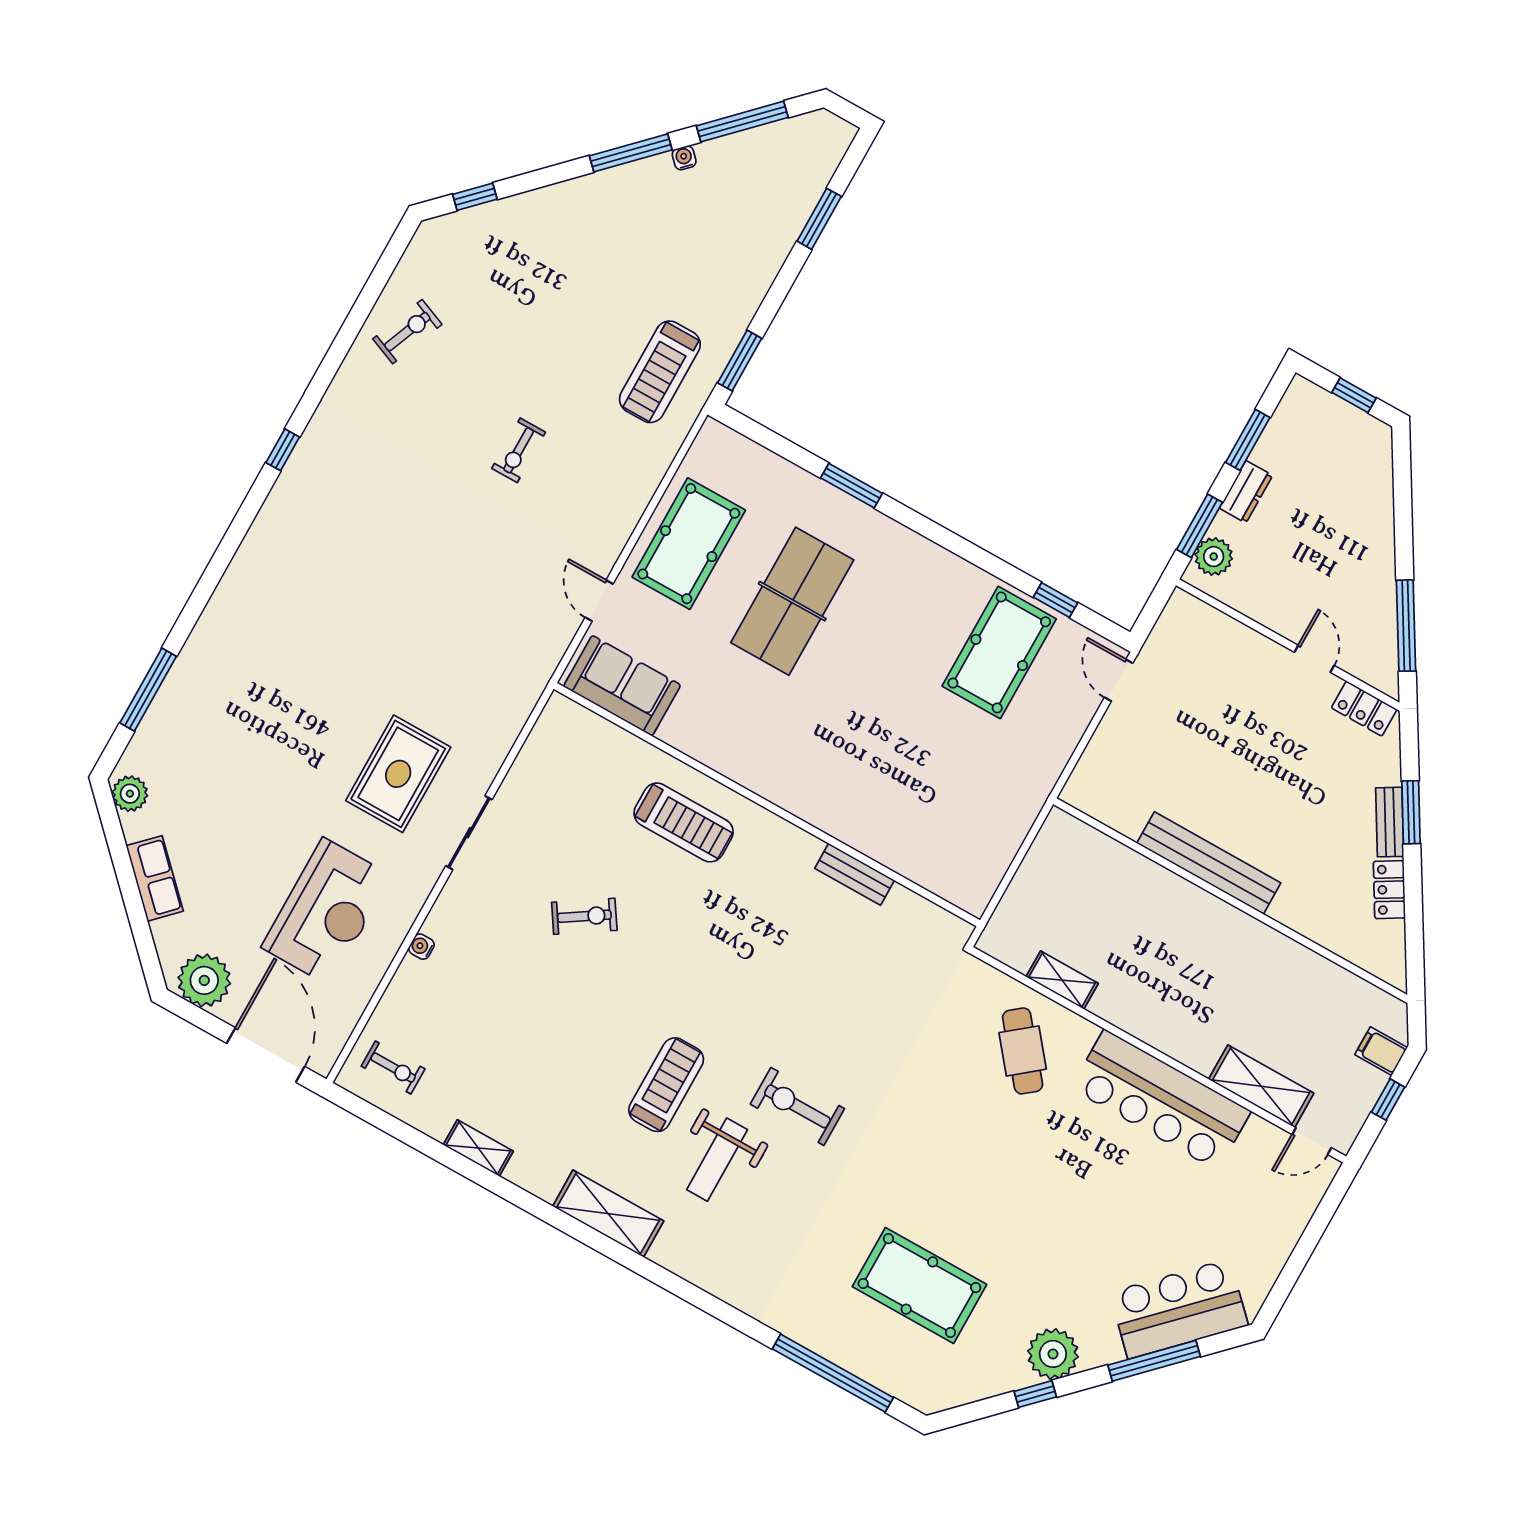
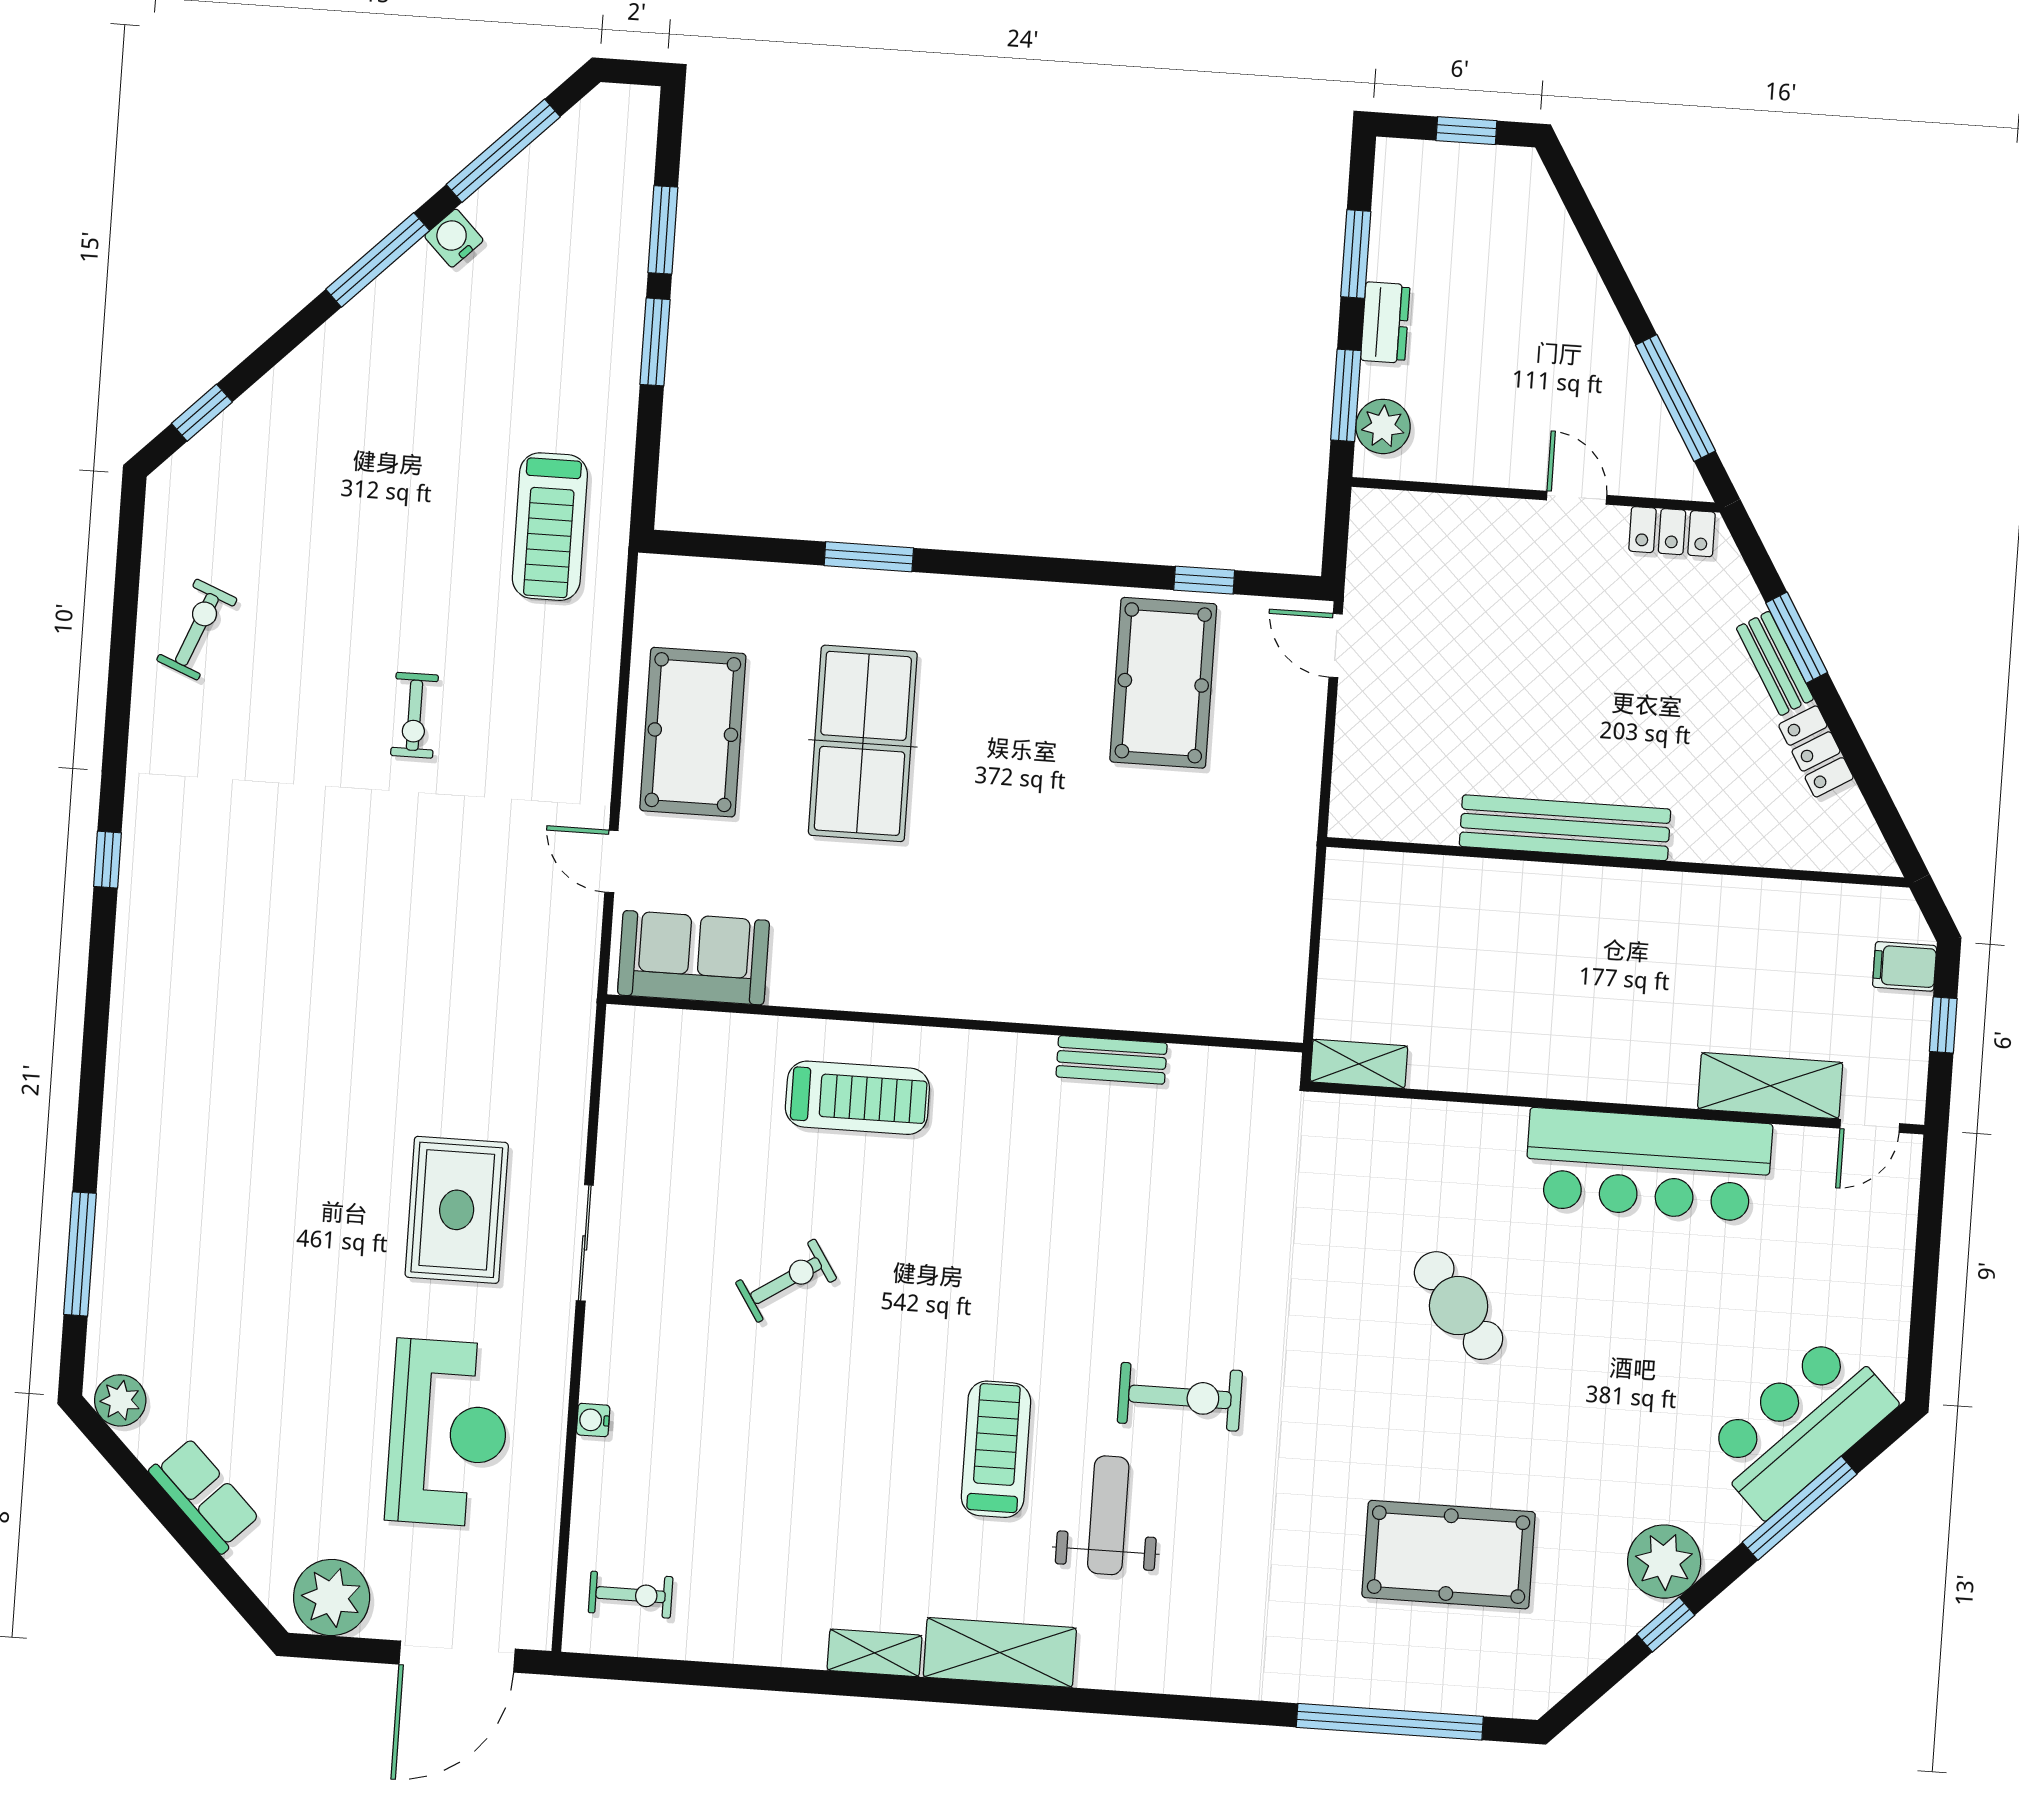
water cooler: (684, 158) -> (454, 238), width x1.38, depth x1.38
window: (740, 361) -> (655, 342), moved
shelving: (1062, 980) -> (1359, 1064), moved
cafe table: (1023, 1051) -> (1459, 1306), moved
door: (266, 1055) -> (457, 1657), swing flipped
exercise bike: (797, 1106) -> (1180, 1397), turned 180
shelving: (478, 1148) -> (874, 1653), moved
weight bench: (717, 1160) -> (1108, 1515), turned 180

